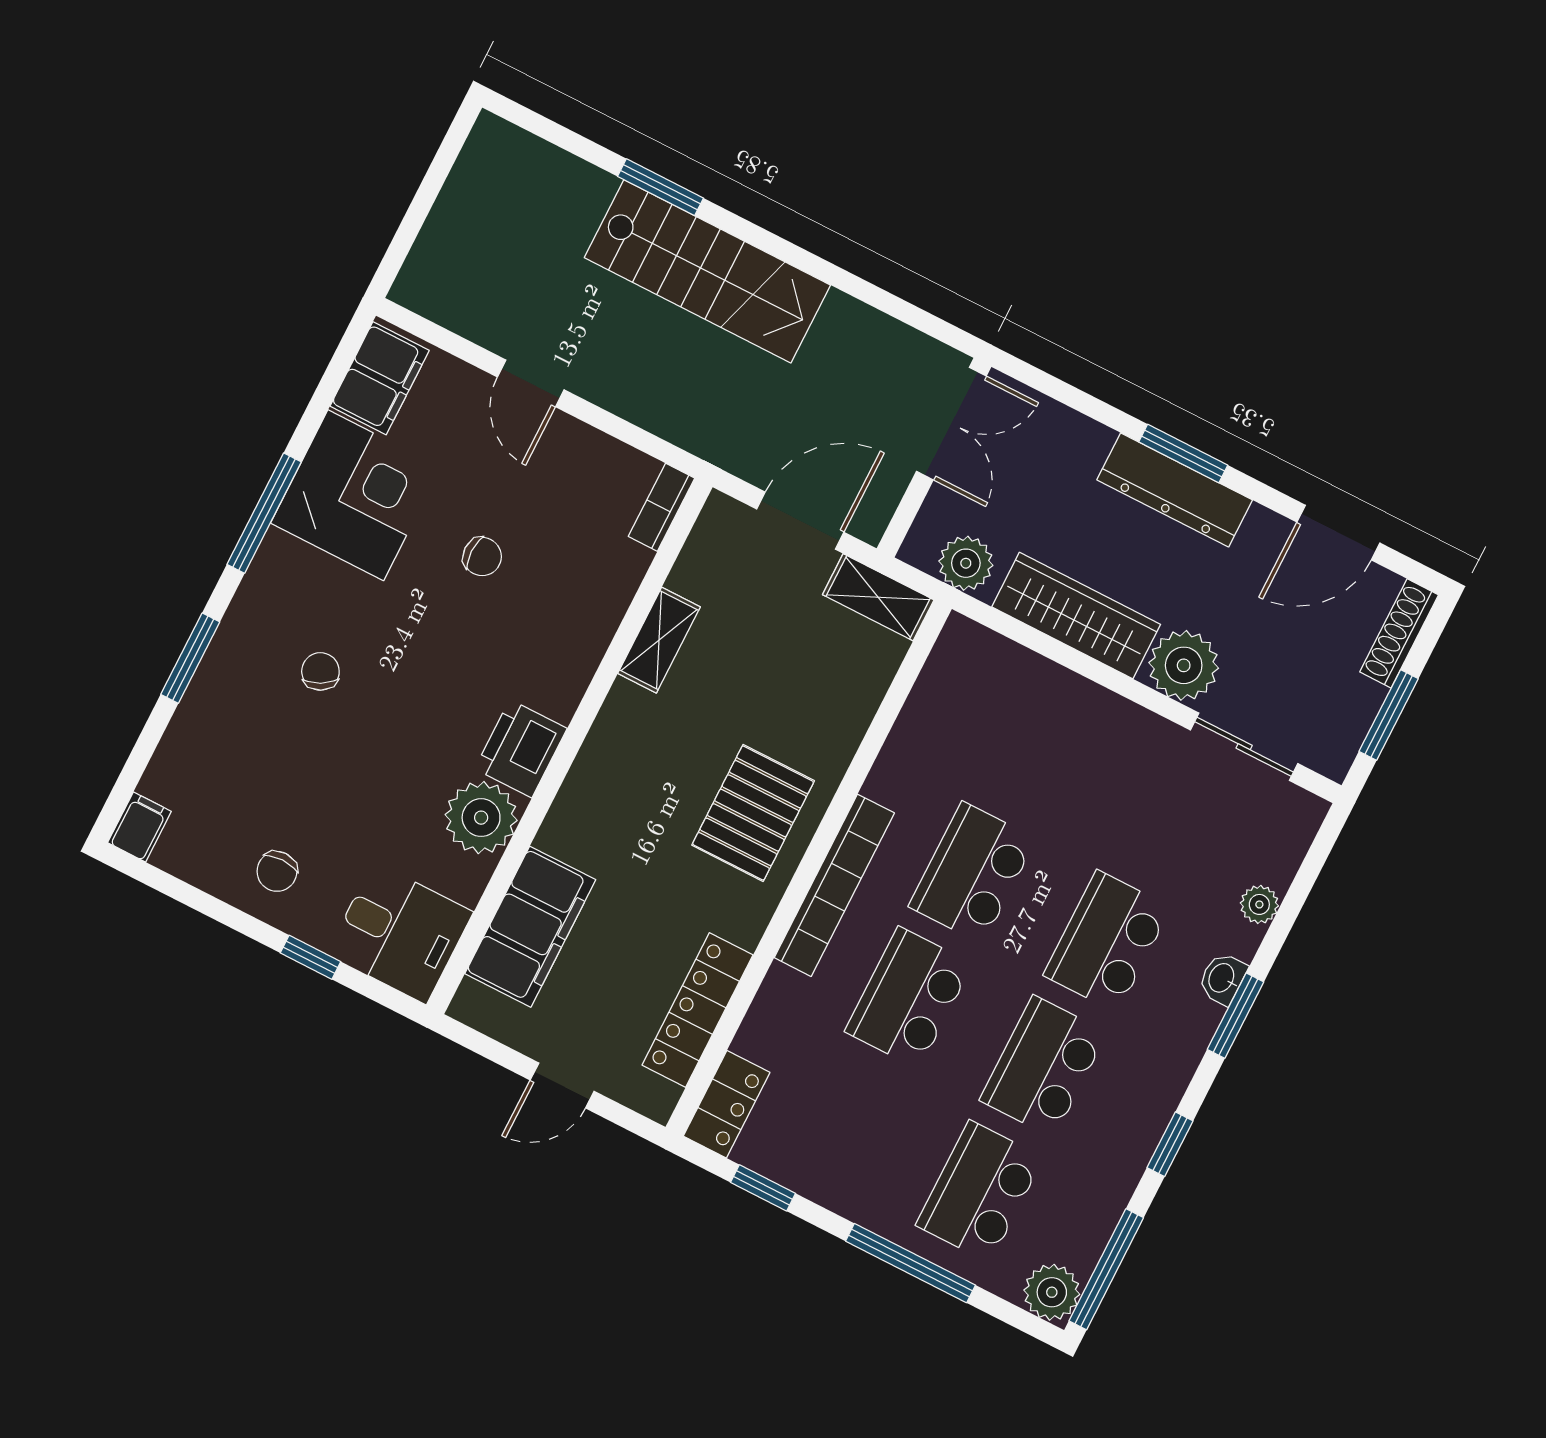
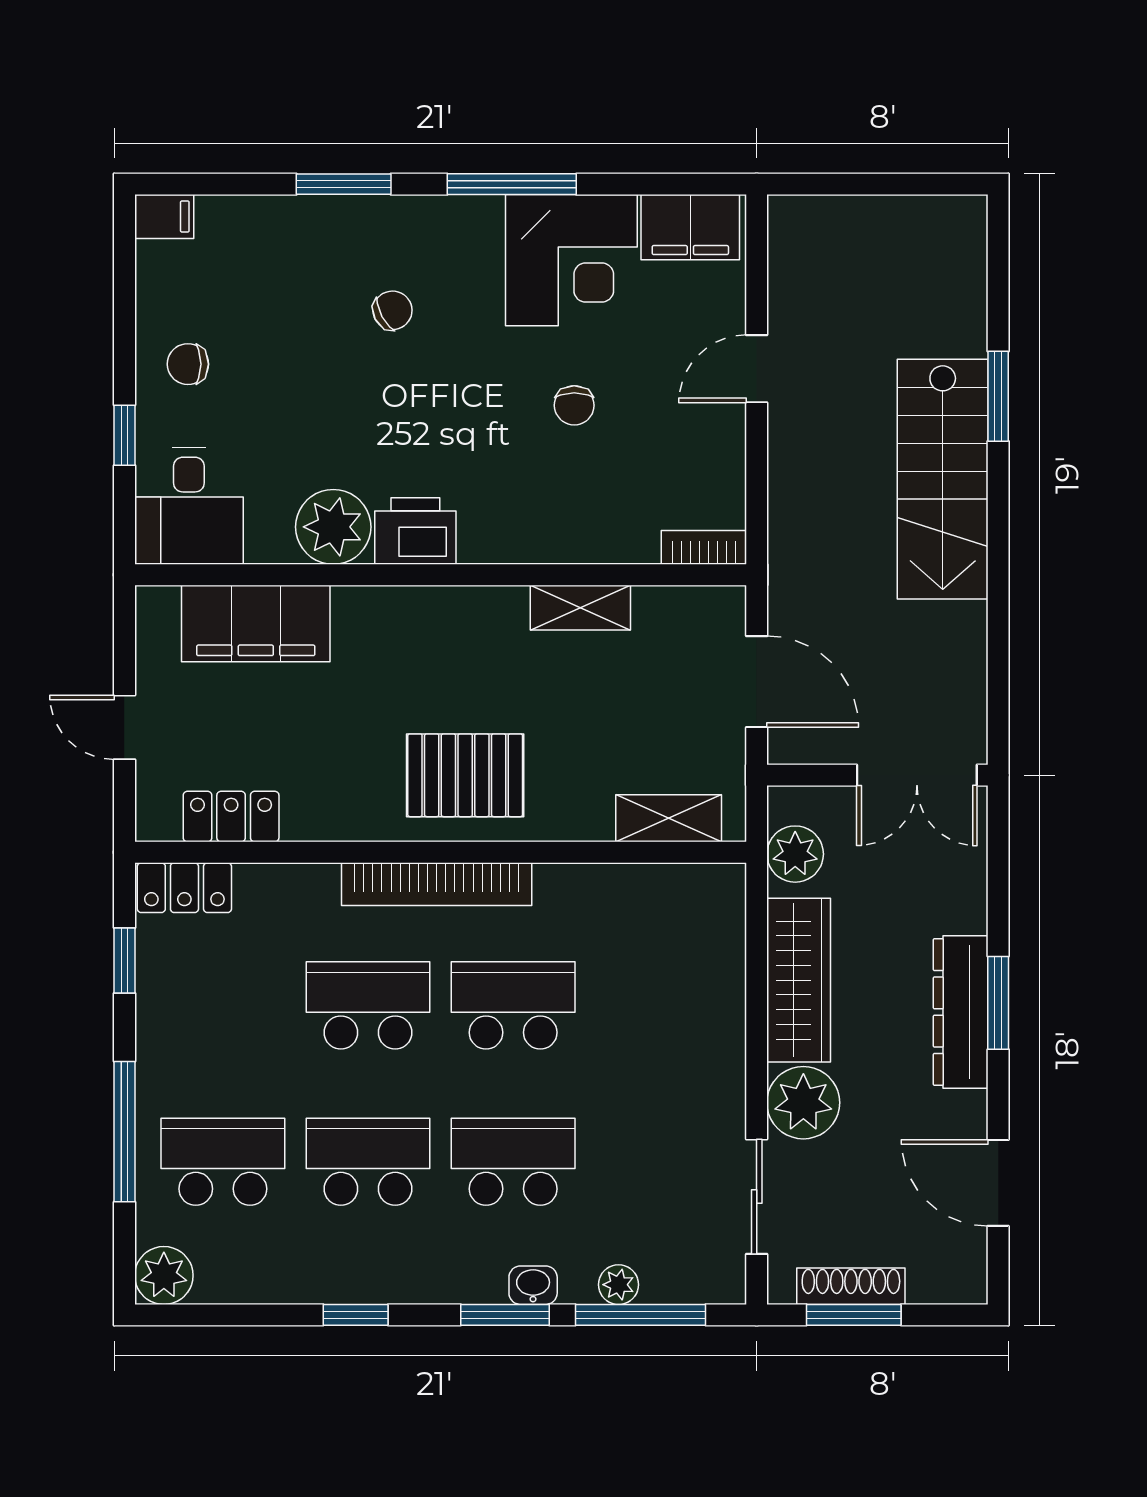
shelving: (878, 597) -> (669, 818), moved, turned 90
shoe rack: (1399, 633) -> (851, 1286), moved
locker: (697, 1010) -> (231, 817), width x0.66
window: (1106, 1269) -> (640, 1315), moved

